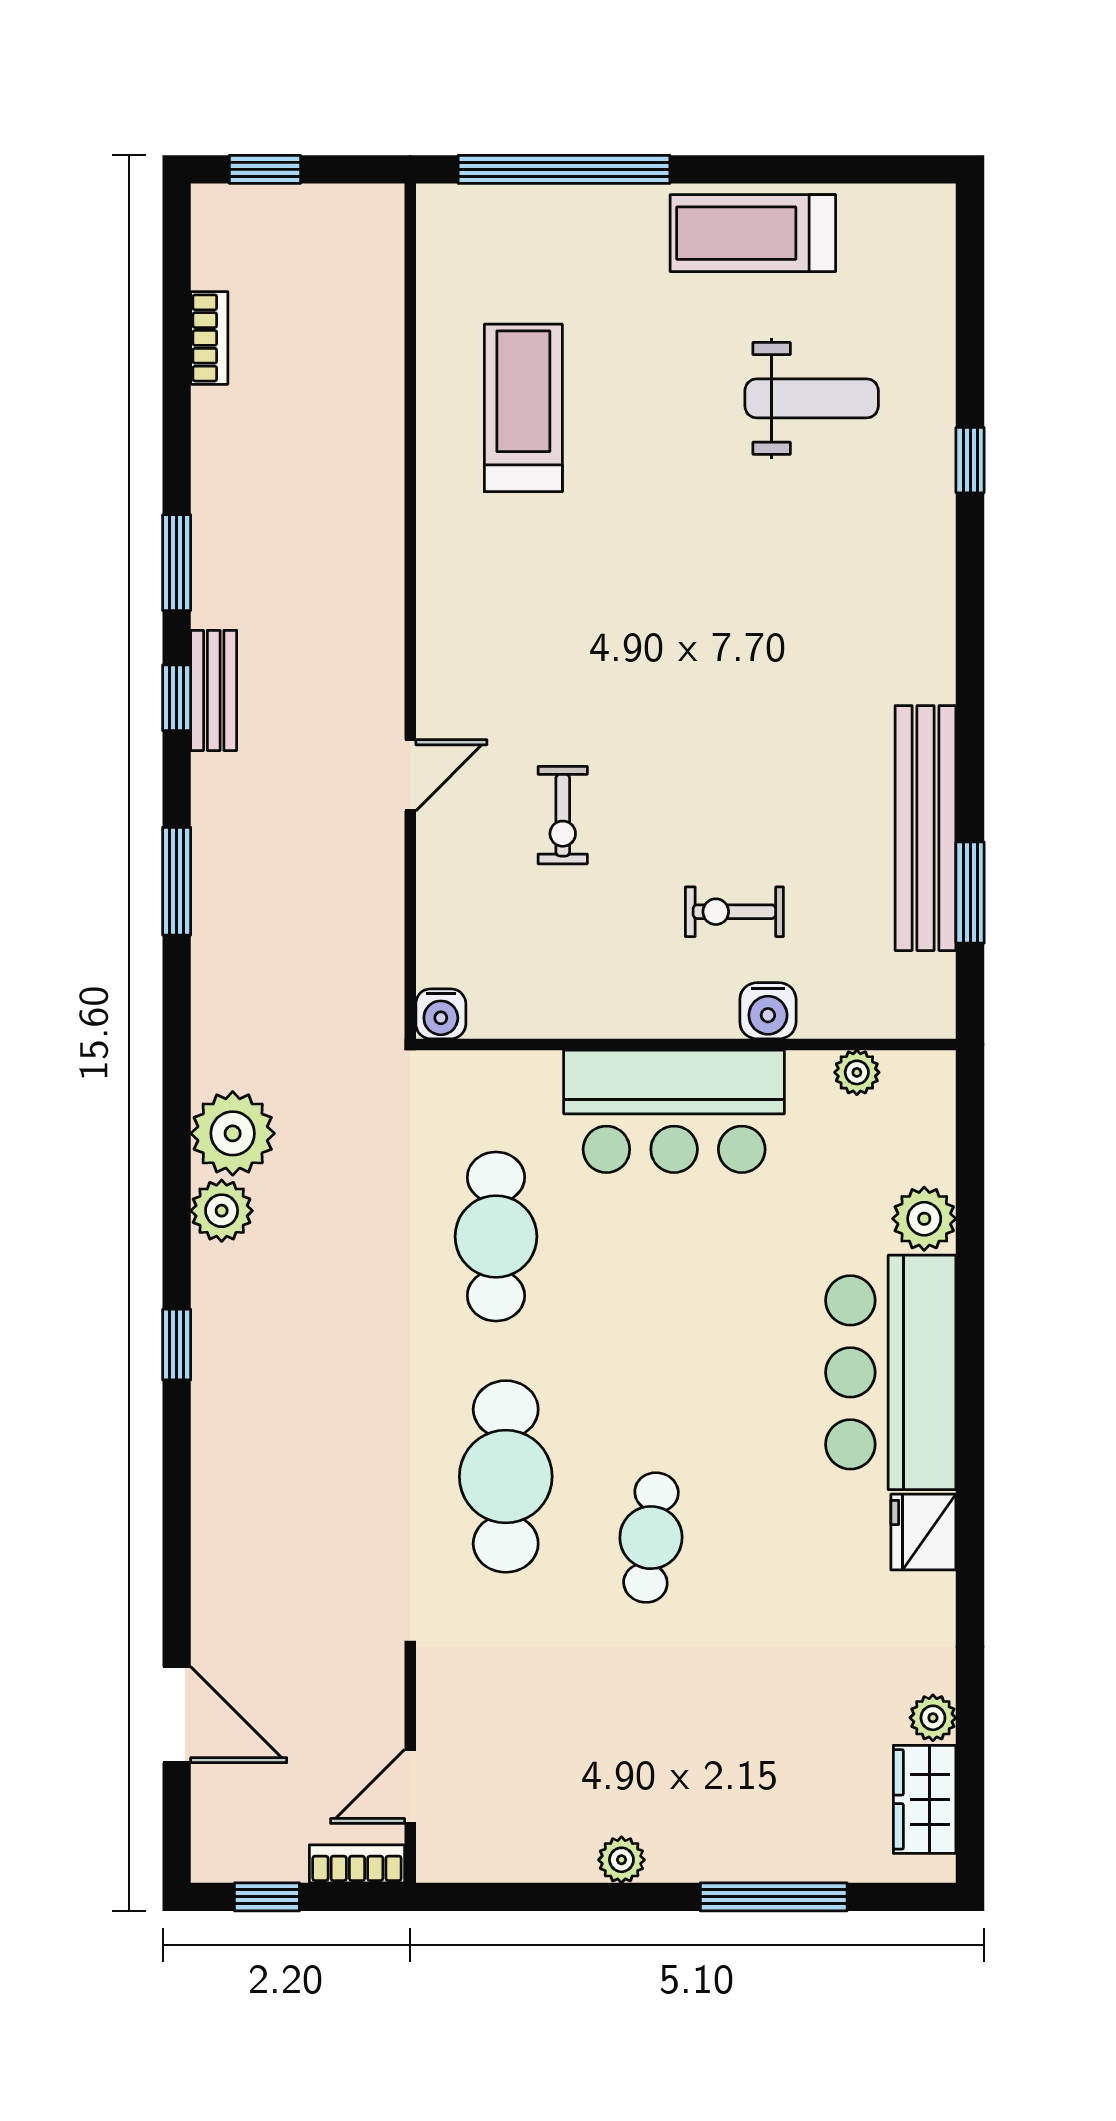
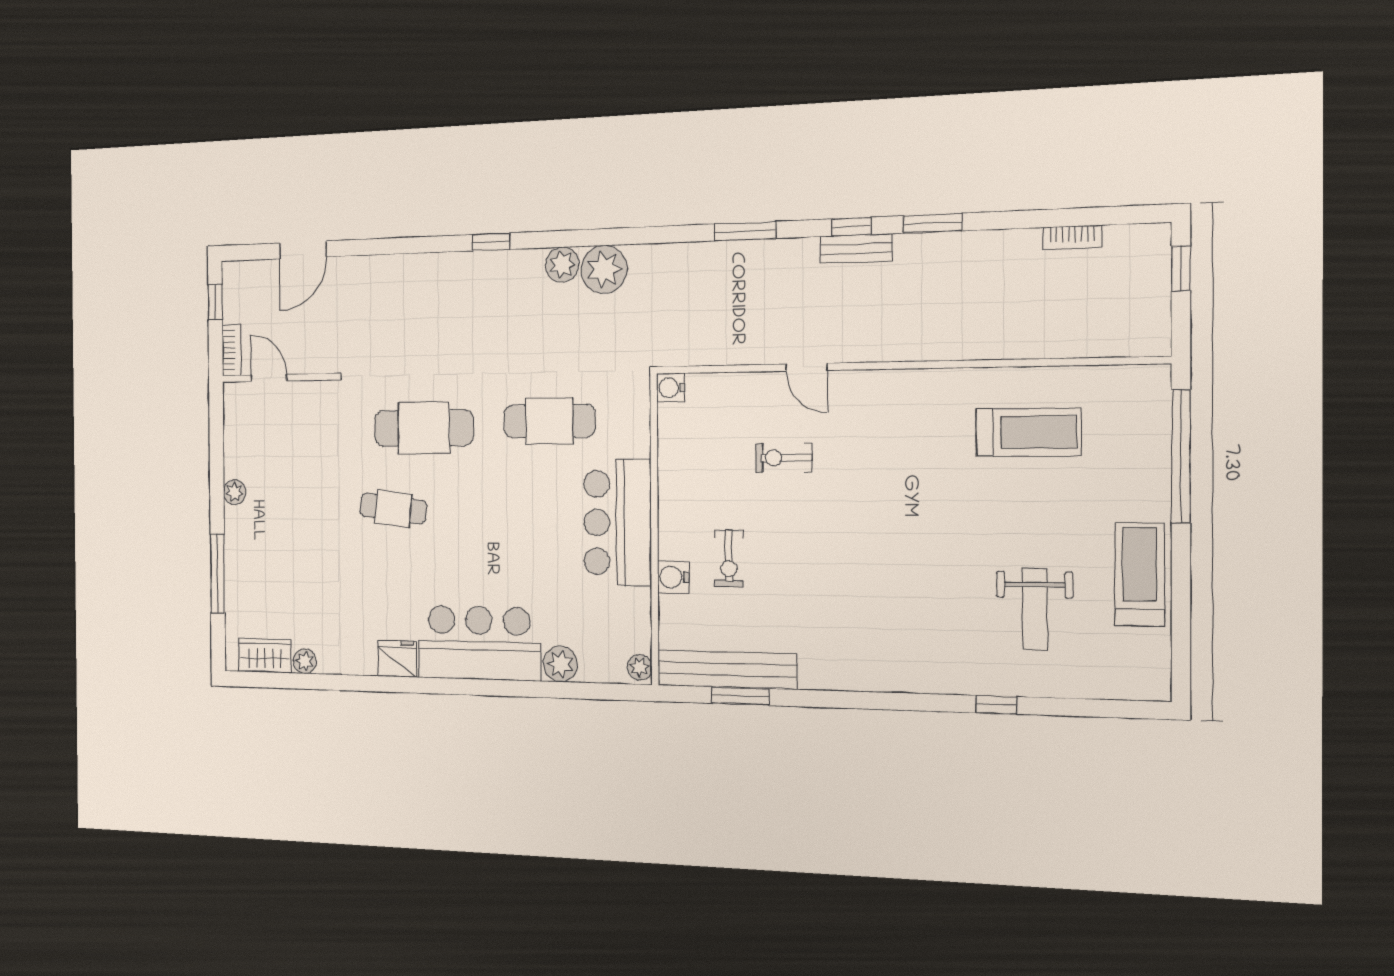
bench: (926, 828) -> (727, 670), moved
exercise bike: (734, 912) -> (729, 558), turned 180
plant: (857, 1072) -> (640, 667), moved

